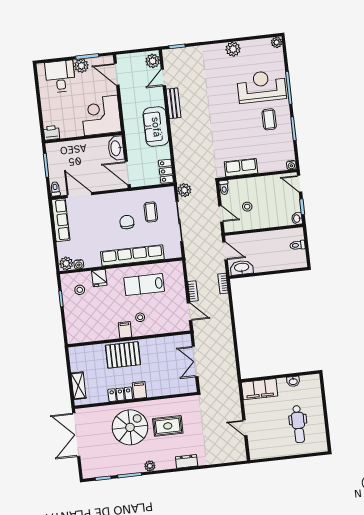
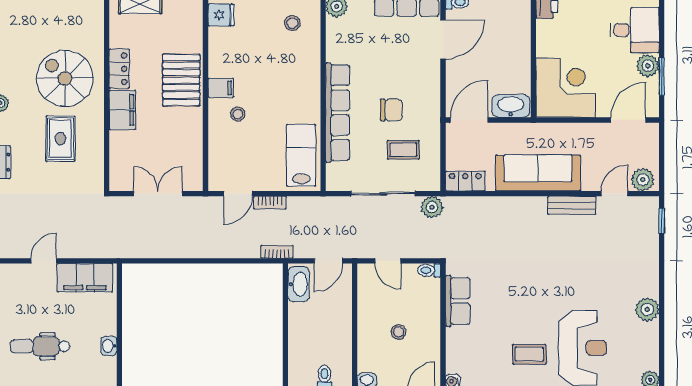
door: (163, 78) -> (614, 194), hinge flipped
sofa: (156, 127) -> (538, 173), width x1.36
stool: (247, 207) -> (399, 332), moved
door: (221, 214) -> (388, 261), hinge flipped
water cooler: (79, 264) -> (333, 26), removed
fridge: (99, 278) -> (221, 15), moved, turned 180
lab bench: (144, 285) -> (301, 155), moved
filing cabinet: (260, 389) -> (85, 278), moved, turned -90
filing cabinet: (139, 390) -> (122, 110), width x2.00
spiral stairs: (130, 427) -> (65, 78), turned 180

